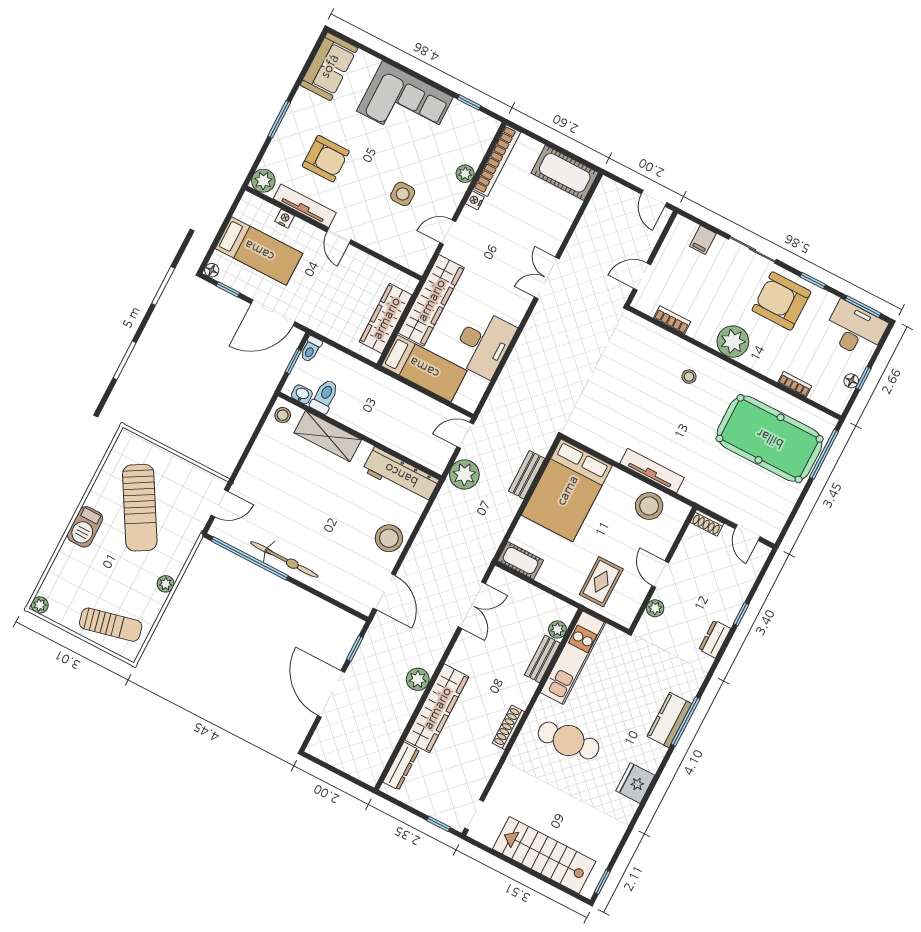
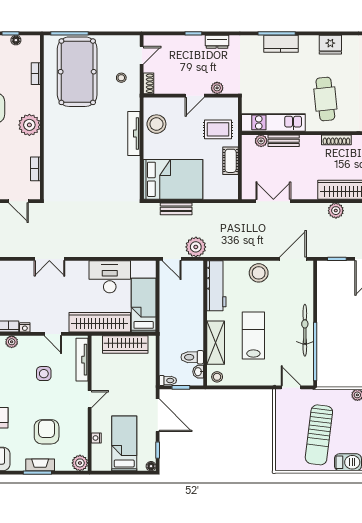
fireplace: (287, 128) -> (40, 465), added
tv unit: (305, 206) -> (82, 360), moved
stool: (689, 377) -> (121, 78), moved
lab bench: (312, 490) -> (253, 336), added
sun lounger: (140, 508) -> (319, 435), turned 127
cot: (520, 561) -> (231, 161), moved

